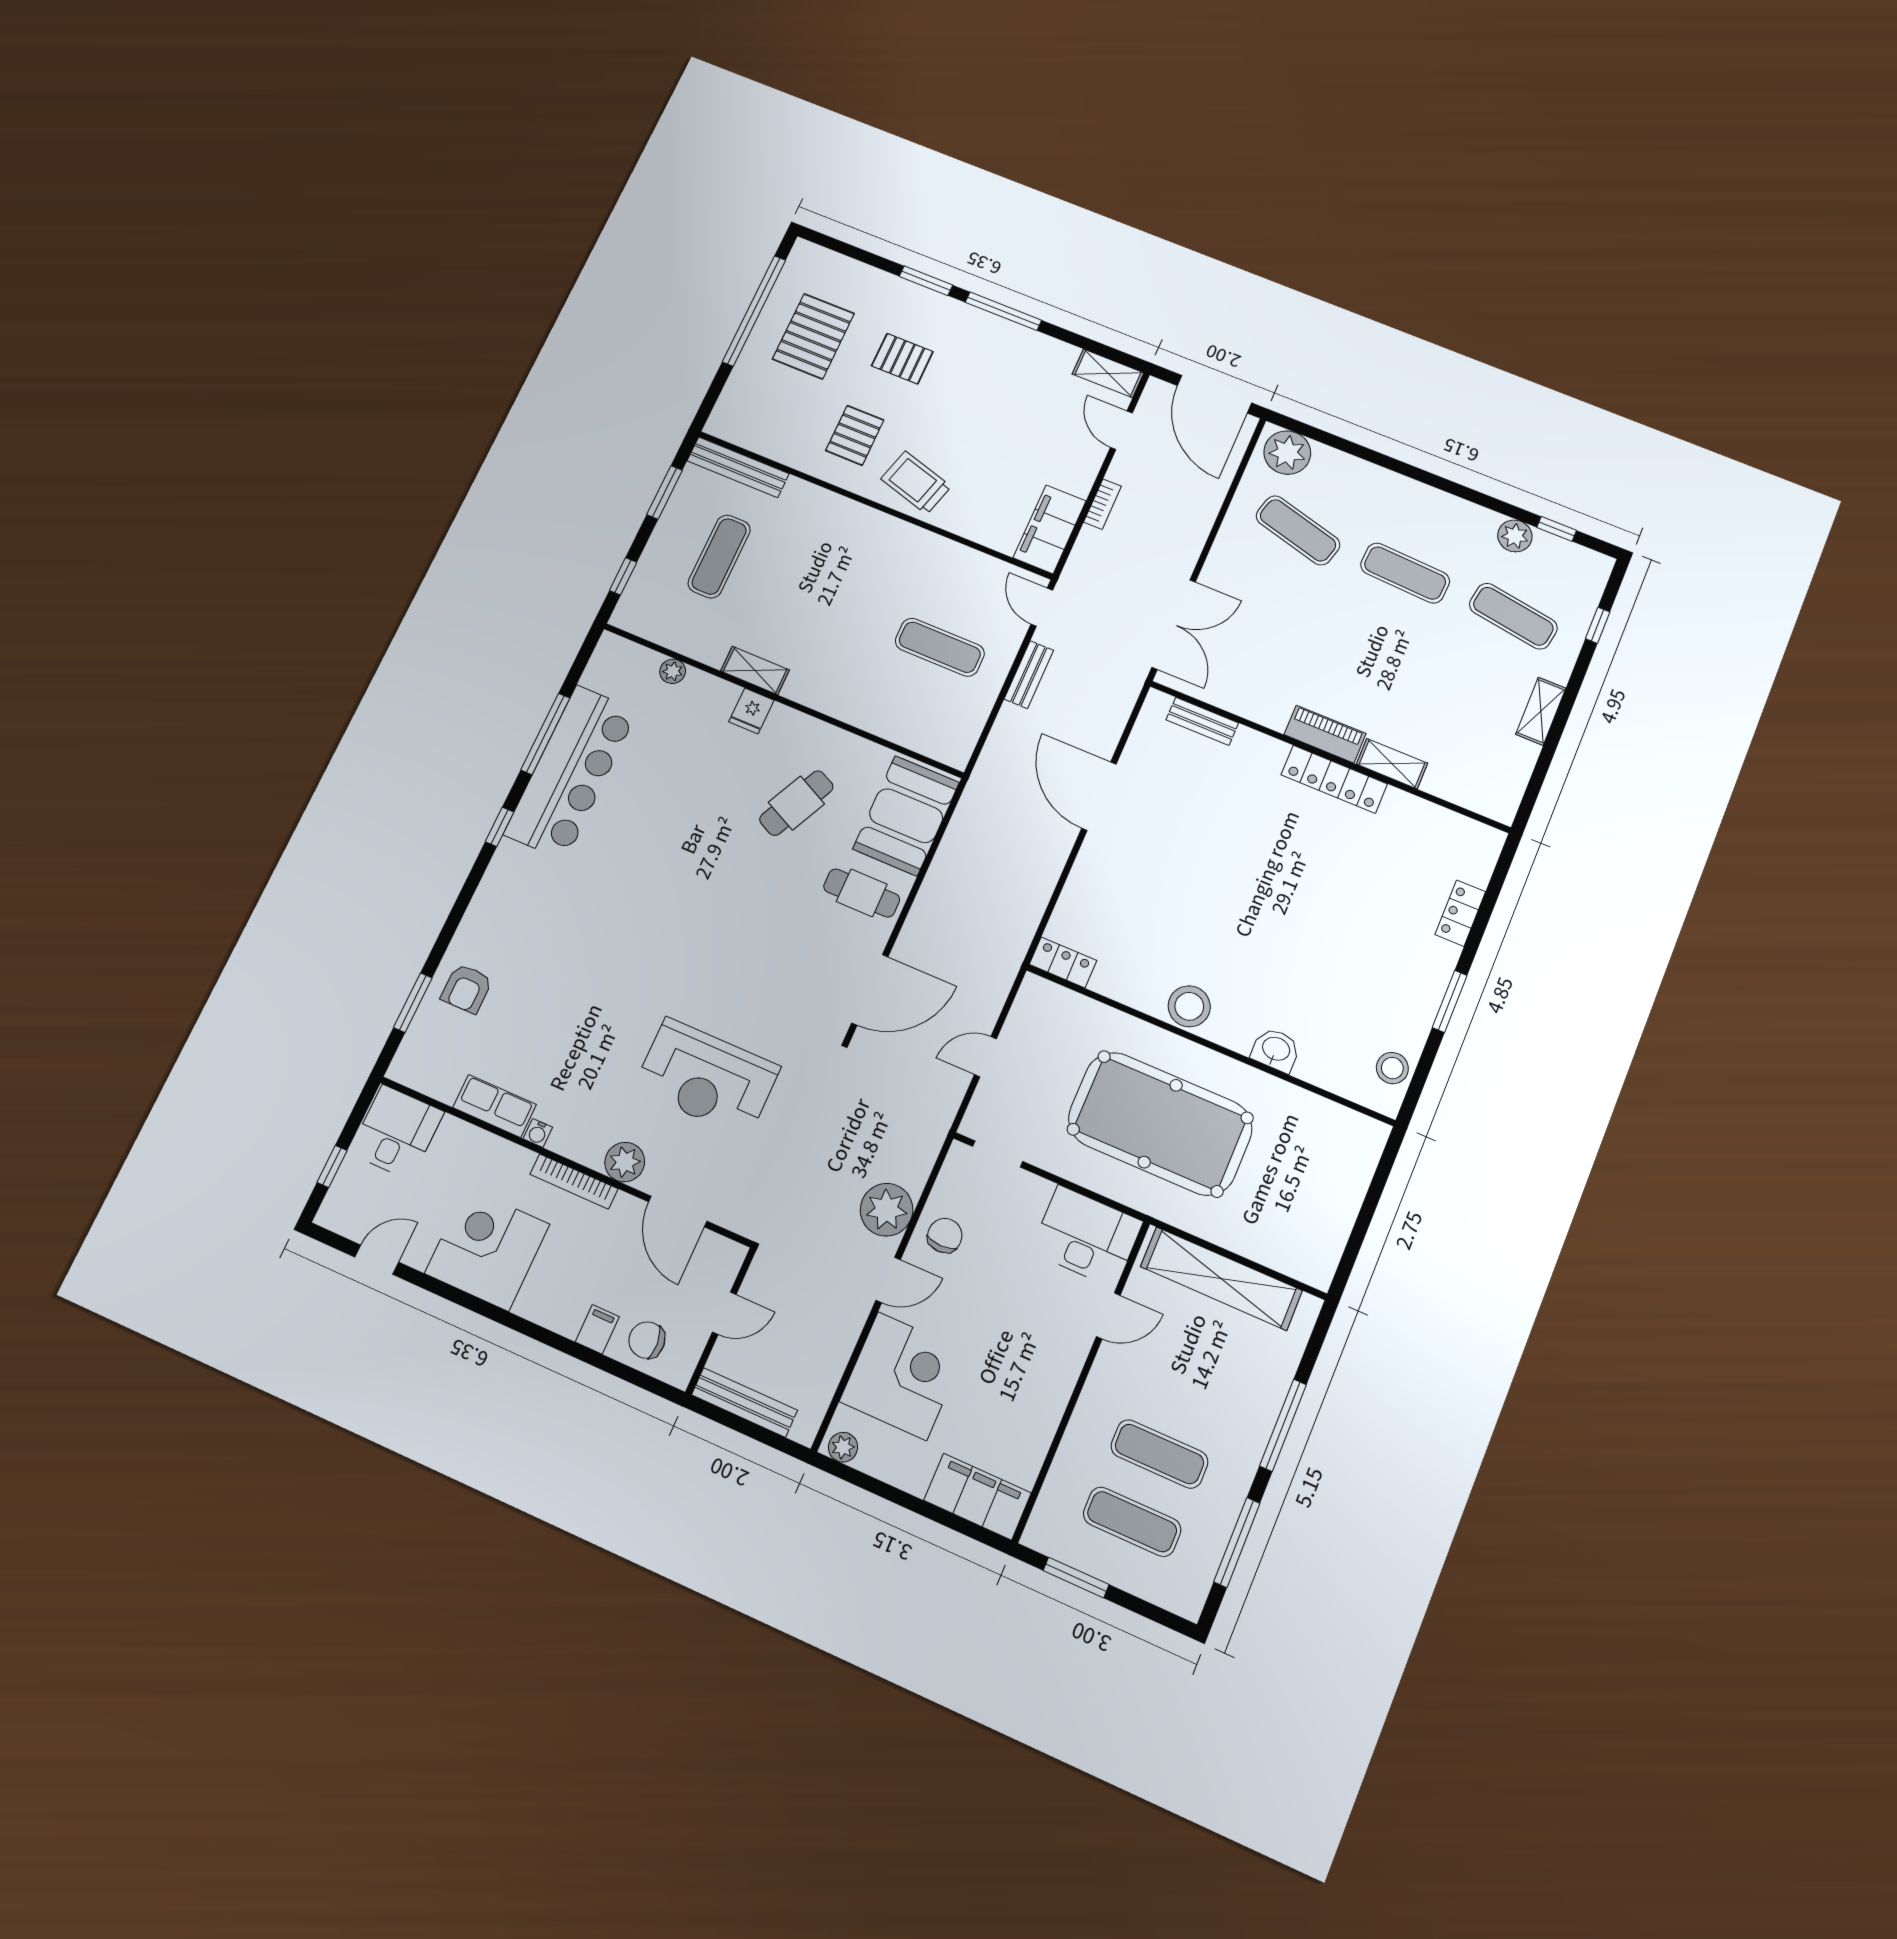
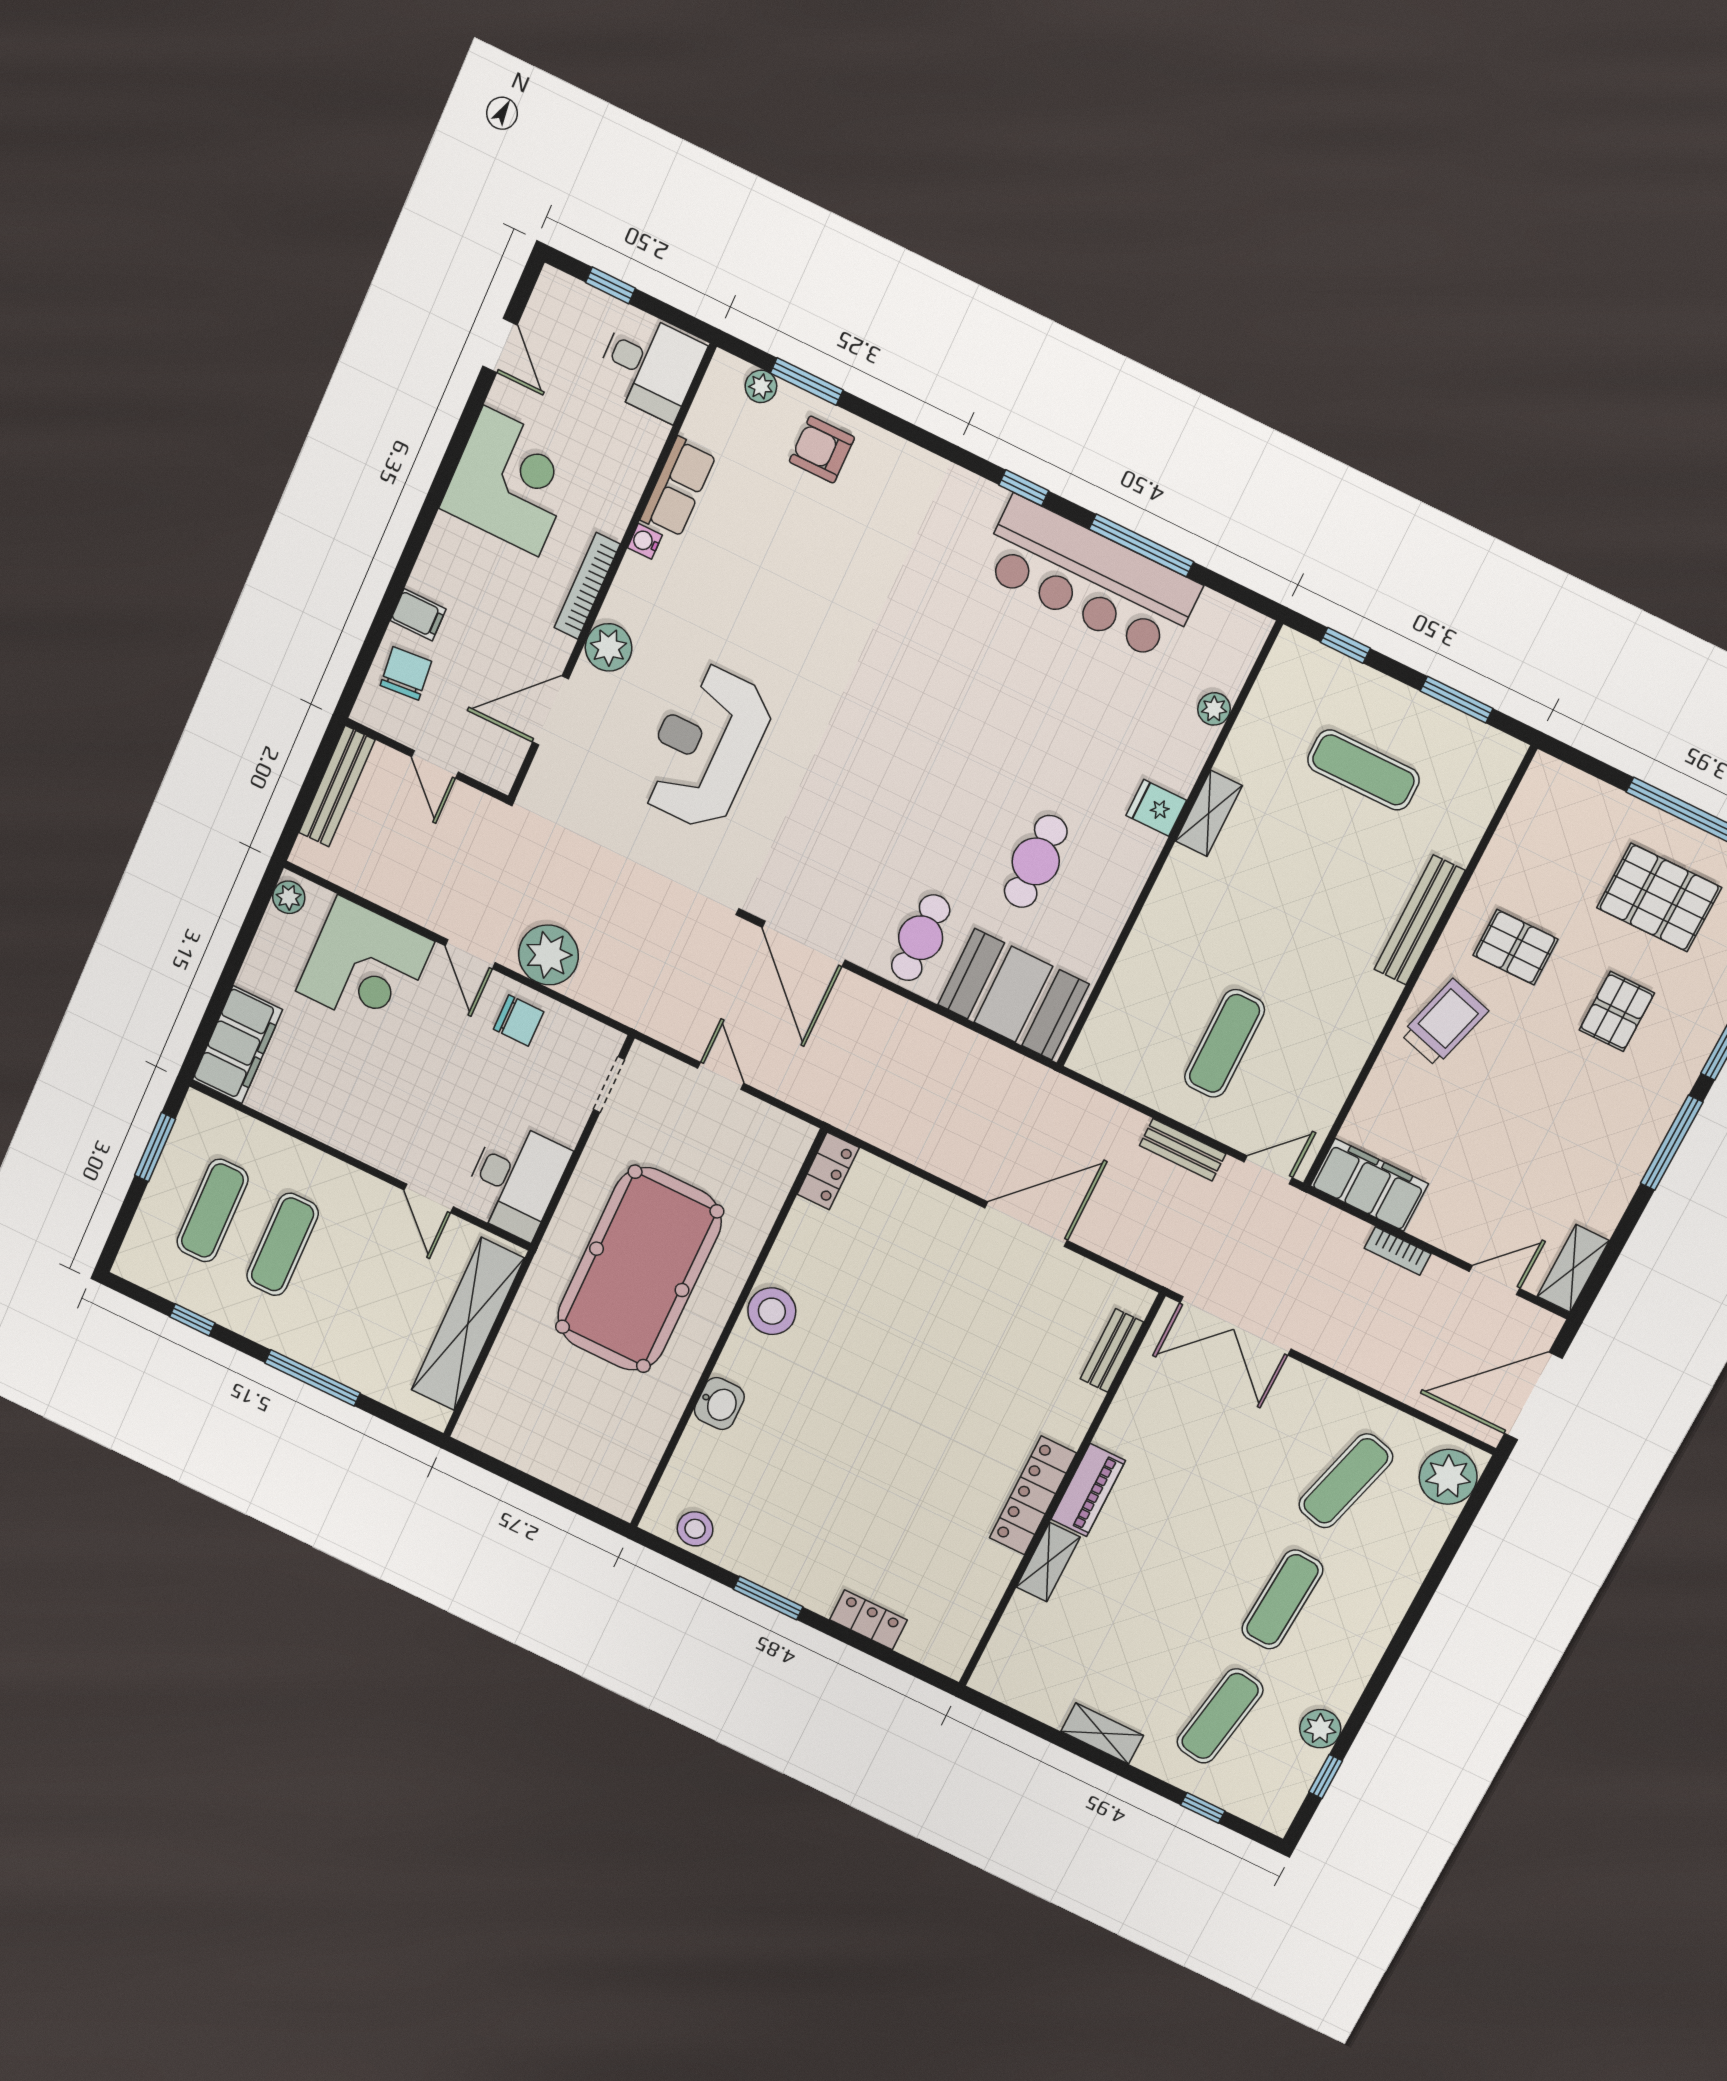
bench: (738, 467) -> (1419, 920), moved
cafe table: (796, 803) -> (1036, 861), turned 64
plant: (416, 1040) -> (761, 386), added
window: (1237, 1542) -> (192, 1320), width x0.46

